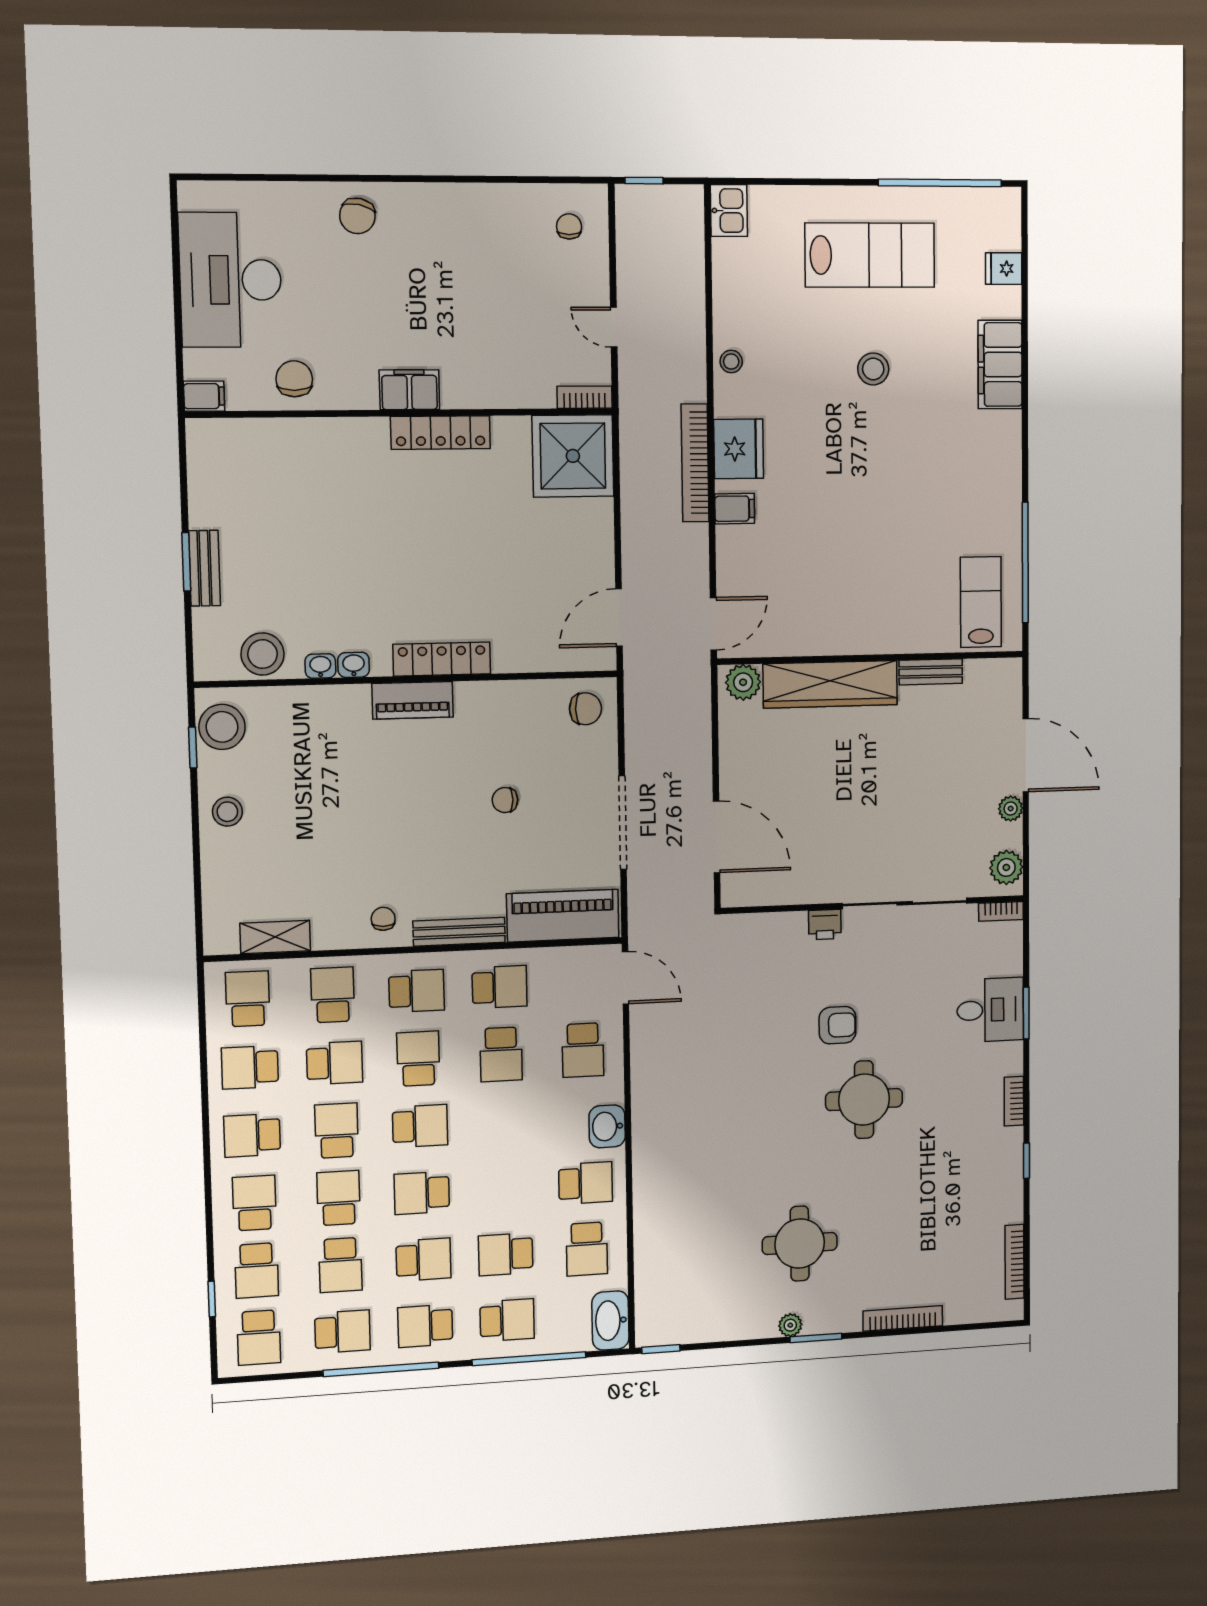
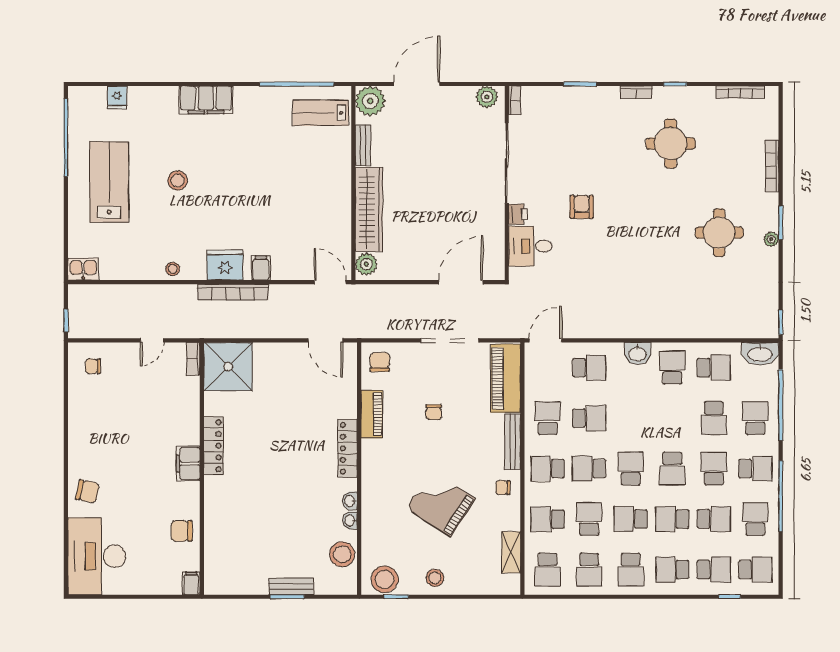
desk: (230, 280) -> (97, 556), moved, turned 90
filing cabinet: (1000, 365) -> (206, 100), moved
piano: (413, 700) -> (372, 414), moved
plant: (1011, 809) -> (370, 101), moved, width x1.88, depth x1.88
grand piano: (354, 817) -> (441, 503), added
school desk: (417, 991) -> (548, 469), turned -90
school desk: (248, 999) -> (548, 570), turned -90
desk: (990, 1010) -> (530, 246), moved, turned -90
round table: (864, 1100) -> (671, 144), moved
school desk: (425, 1326) -> (755, 469), turned -90

